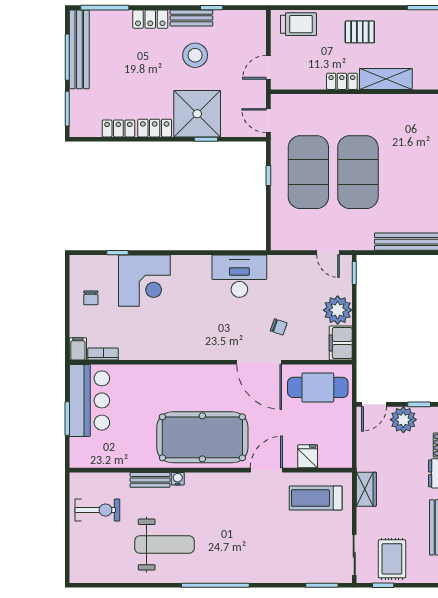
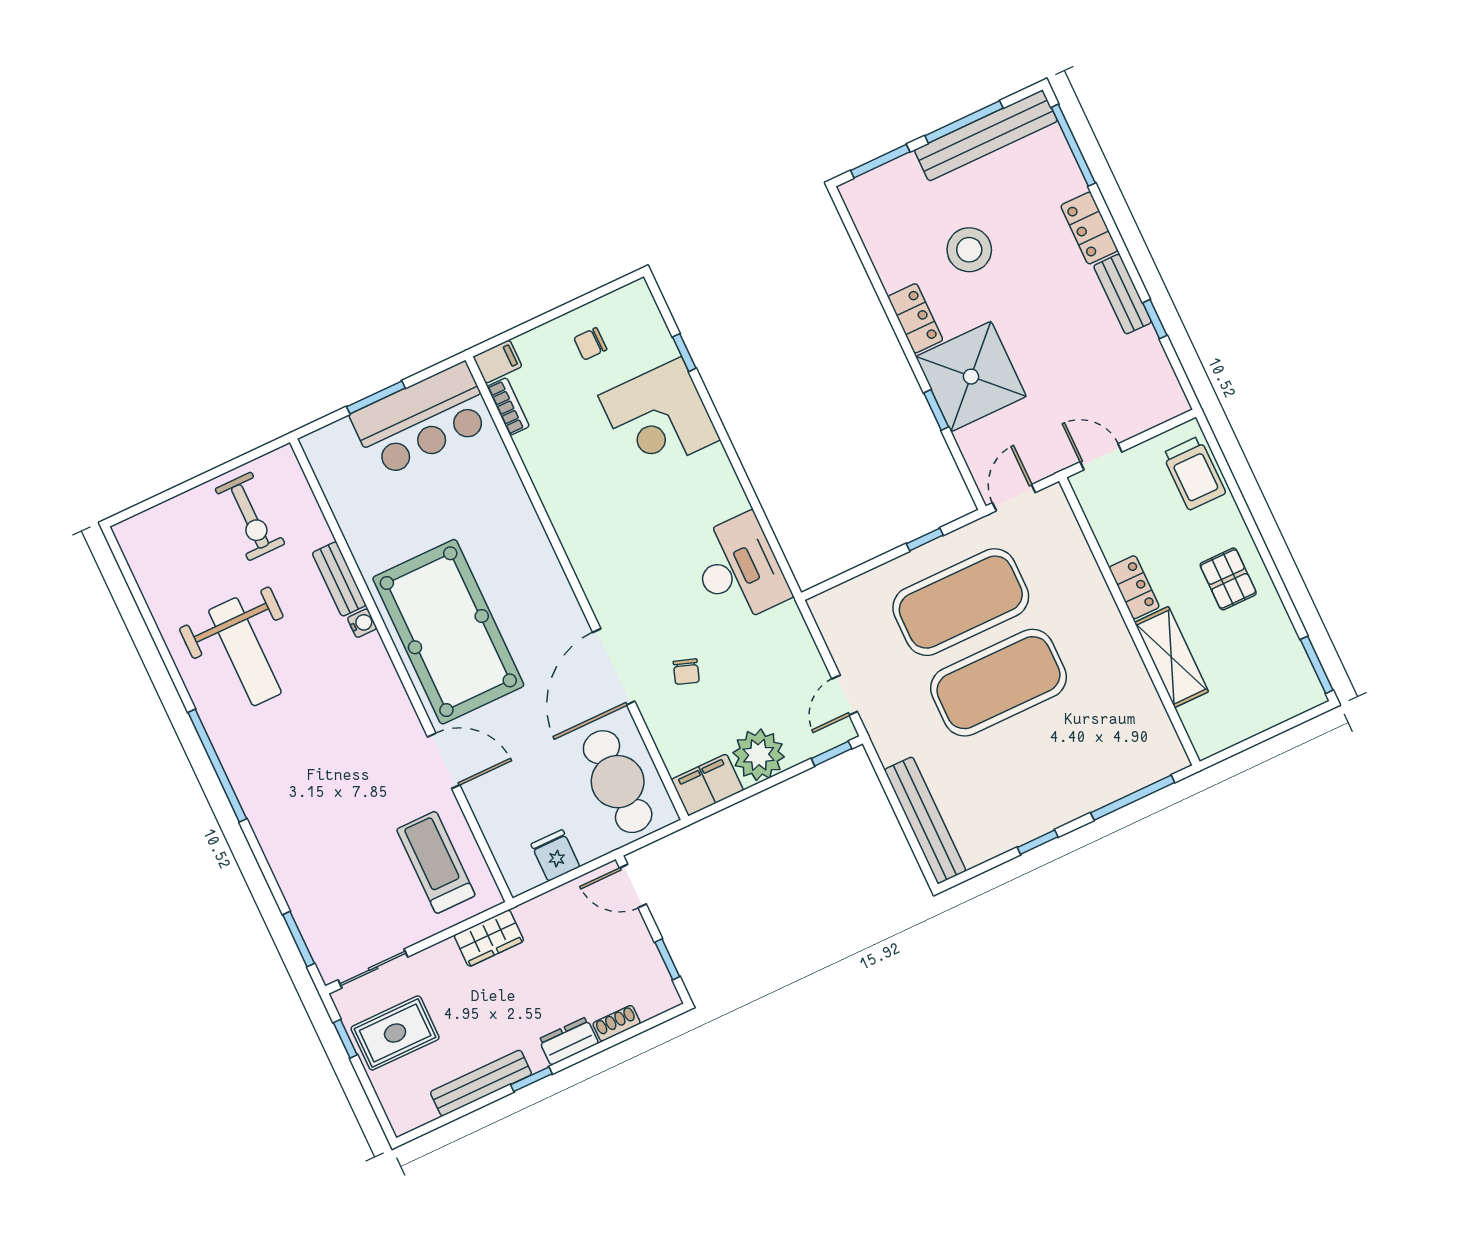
stool: (195, 55) -> (969, 250), moved
locker: (118, 128) -> (887, 260), removed
plant: (403, 420) -> (630, 945), removed
fridge: (308, 456) -> (555, 855), moved, turned -90

